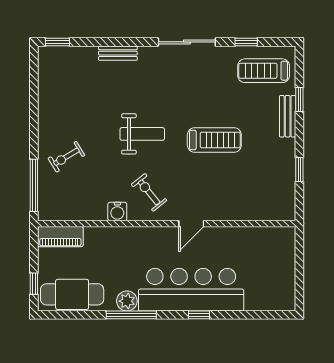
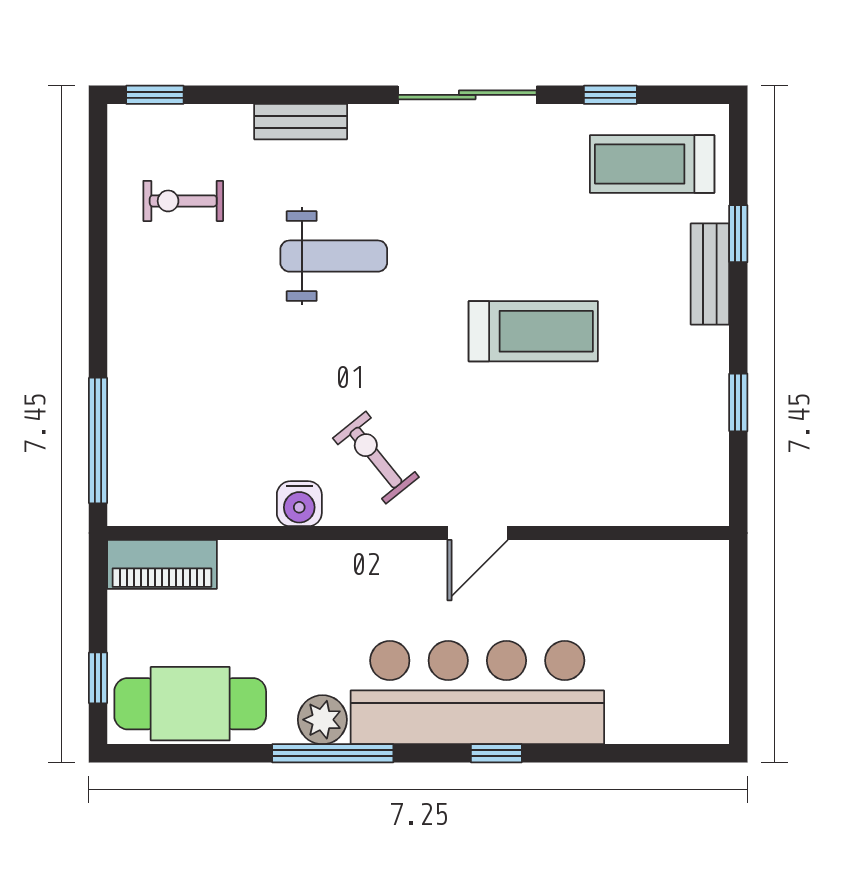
weight bench: (142, 134) -> (334, 256), moved
exercise bike: (66, 157) -> (183, 201), moved, turned 31

